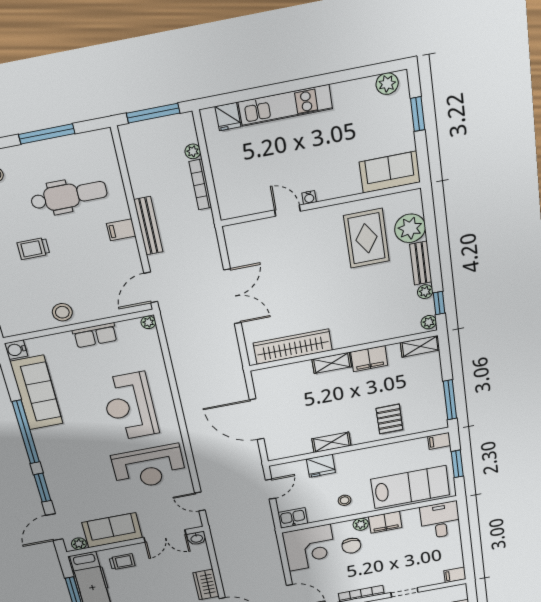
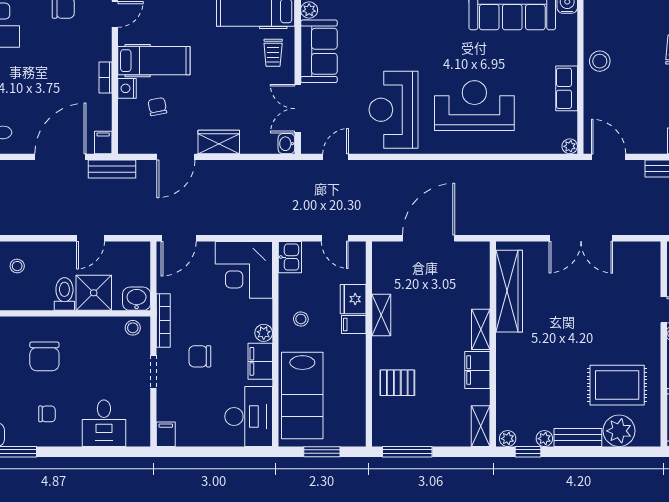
filing cabinet: (439, 441) -> (354, 325), moved, turned -90
desk: (440, 520) -> (249, 416), width x1.37
chair: (351, 546) -> (200, 356), moved

